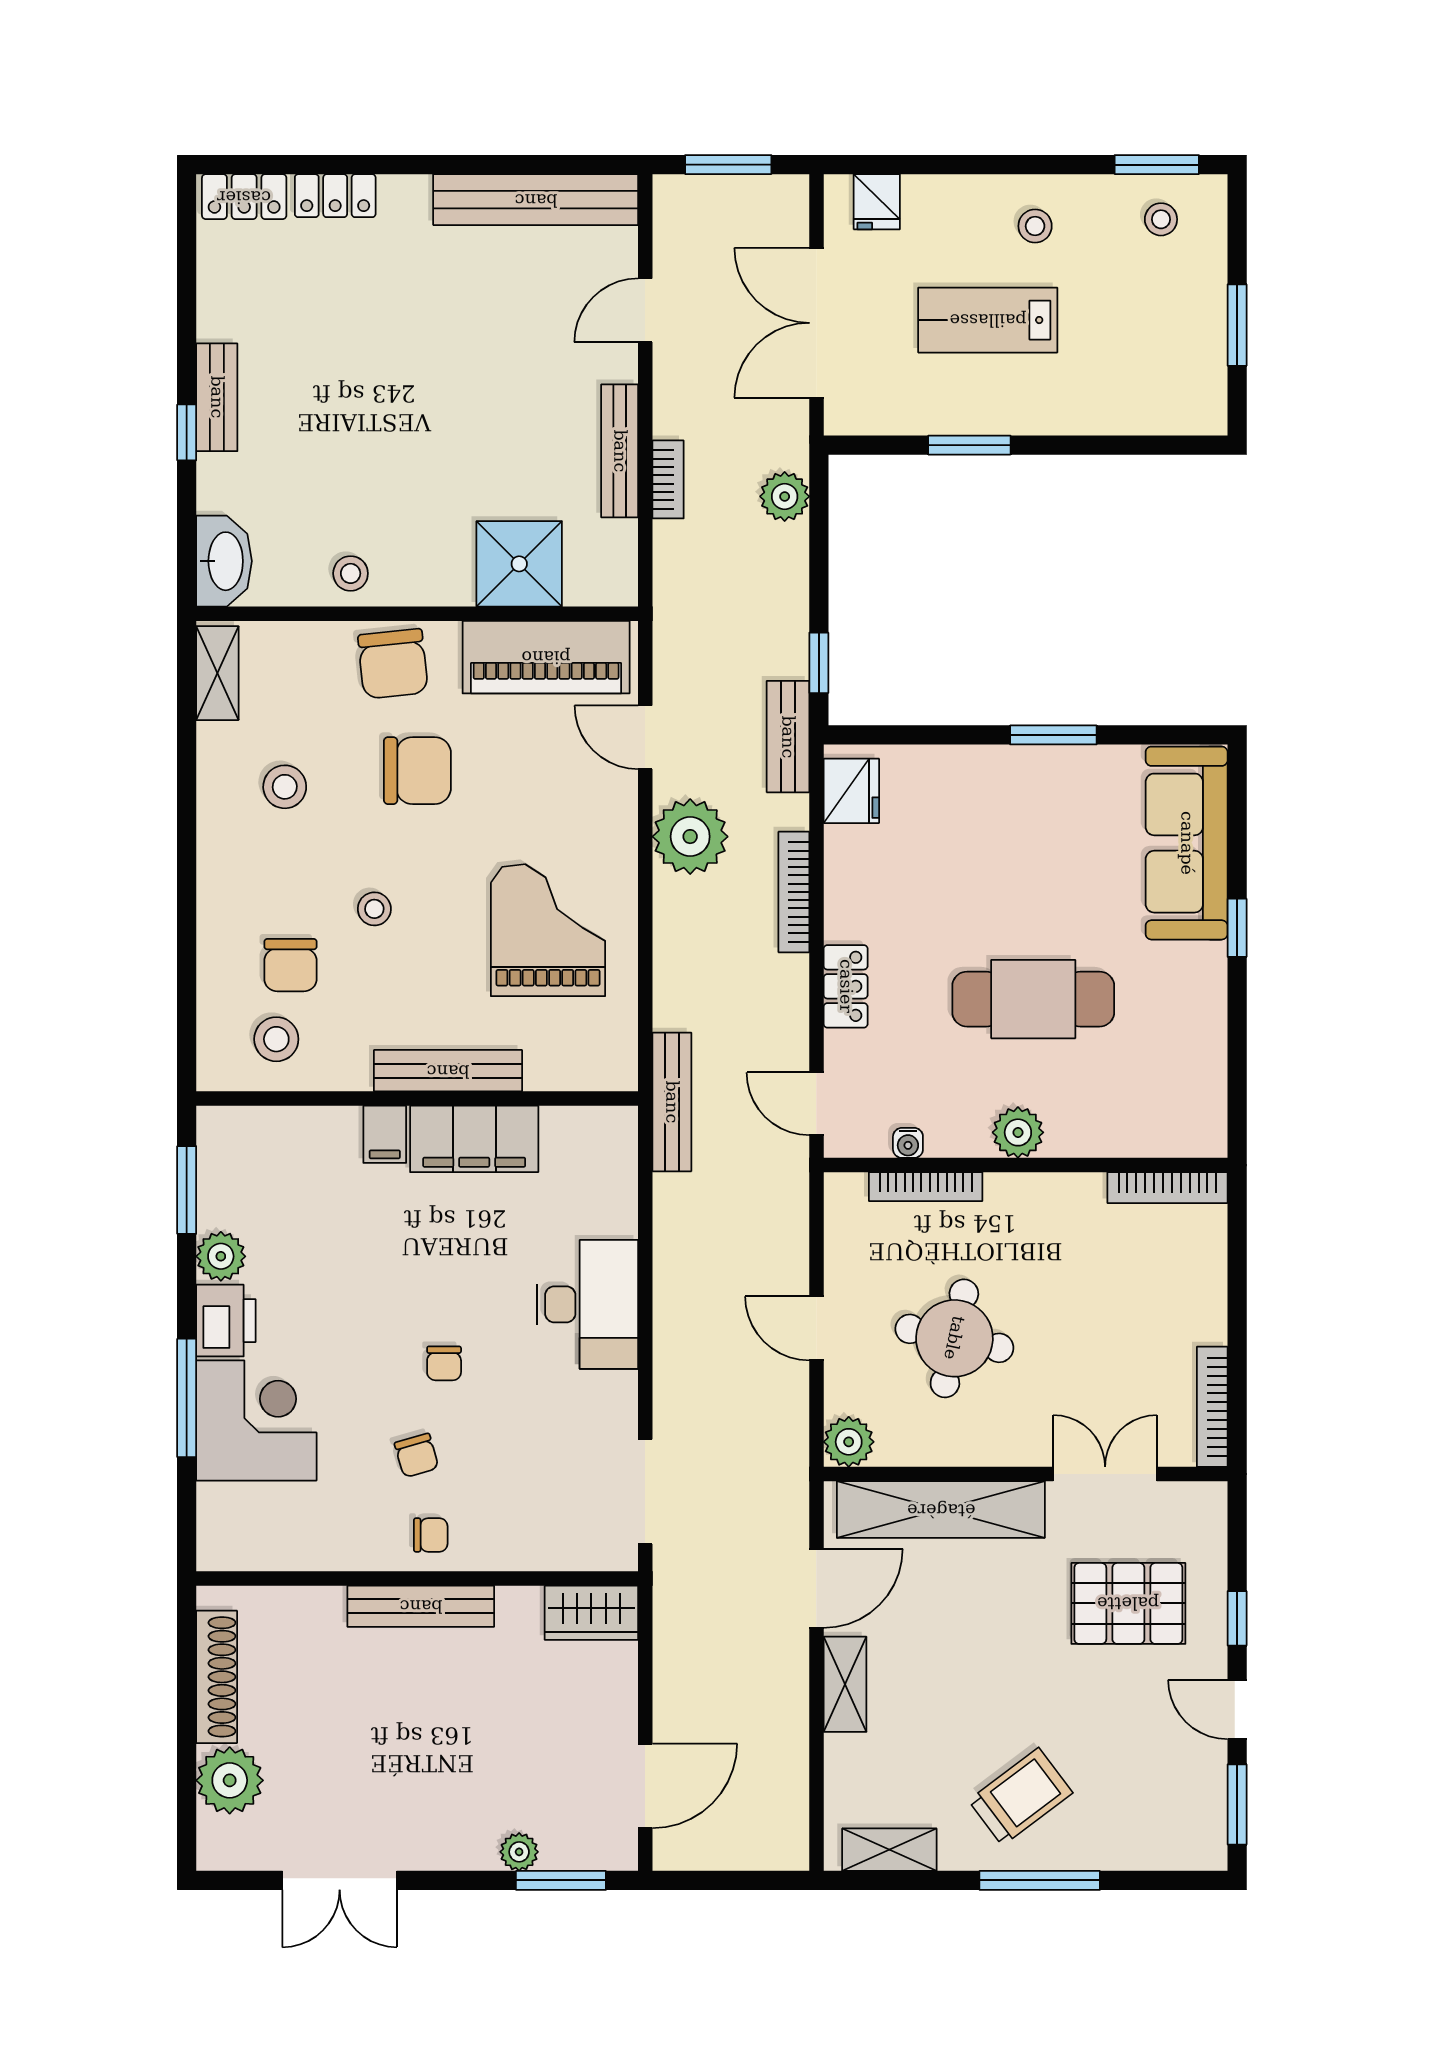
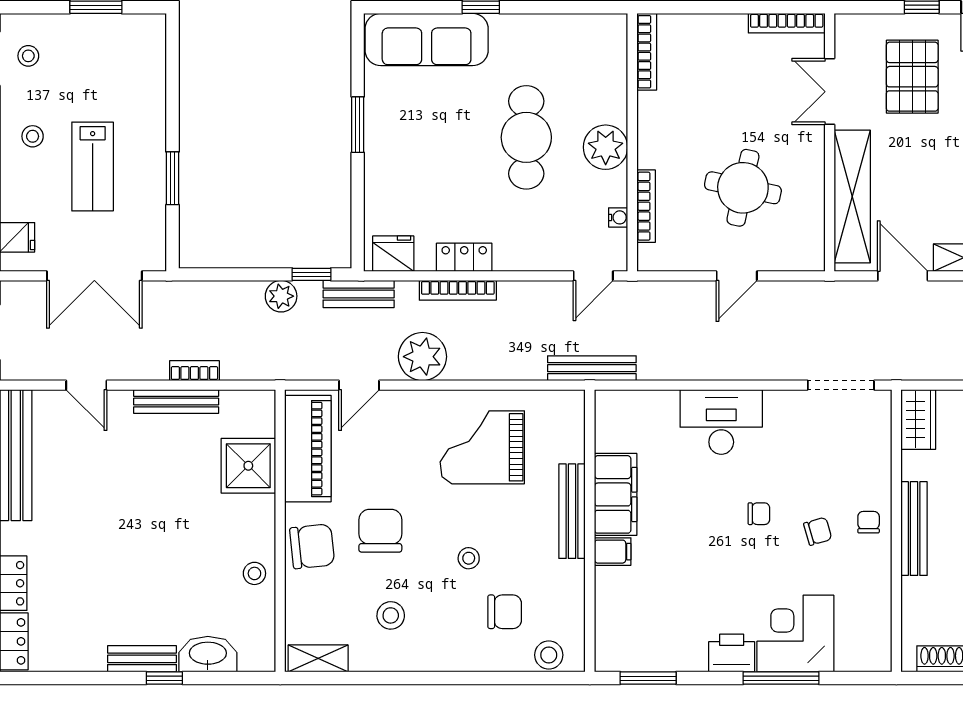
plant: (785, 496) -> (281, 296), moved
washbasin: (224, 561) -> (208, 654), moved
locker: (846, 986) -> (464, 257), moved
stool: (276, 1039) -> (549, 655), moved
plant: (1018, 1132) -> (606, 147), width x1.36, depth x1.36
plant: (221, 1256) -> (691, 656), removed
plant: (849, 1442) -> (809, 255), removed

